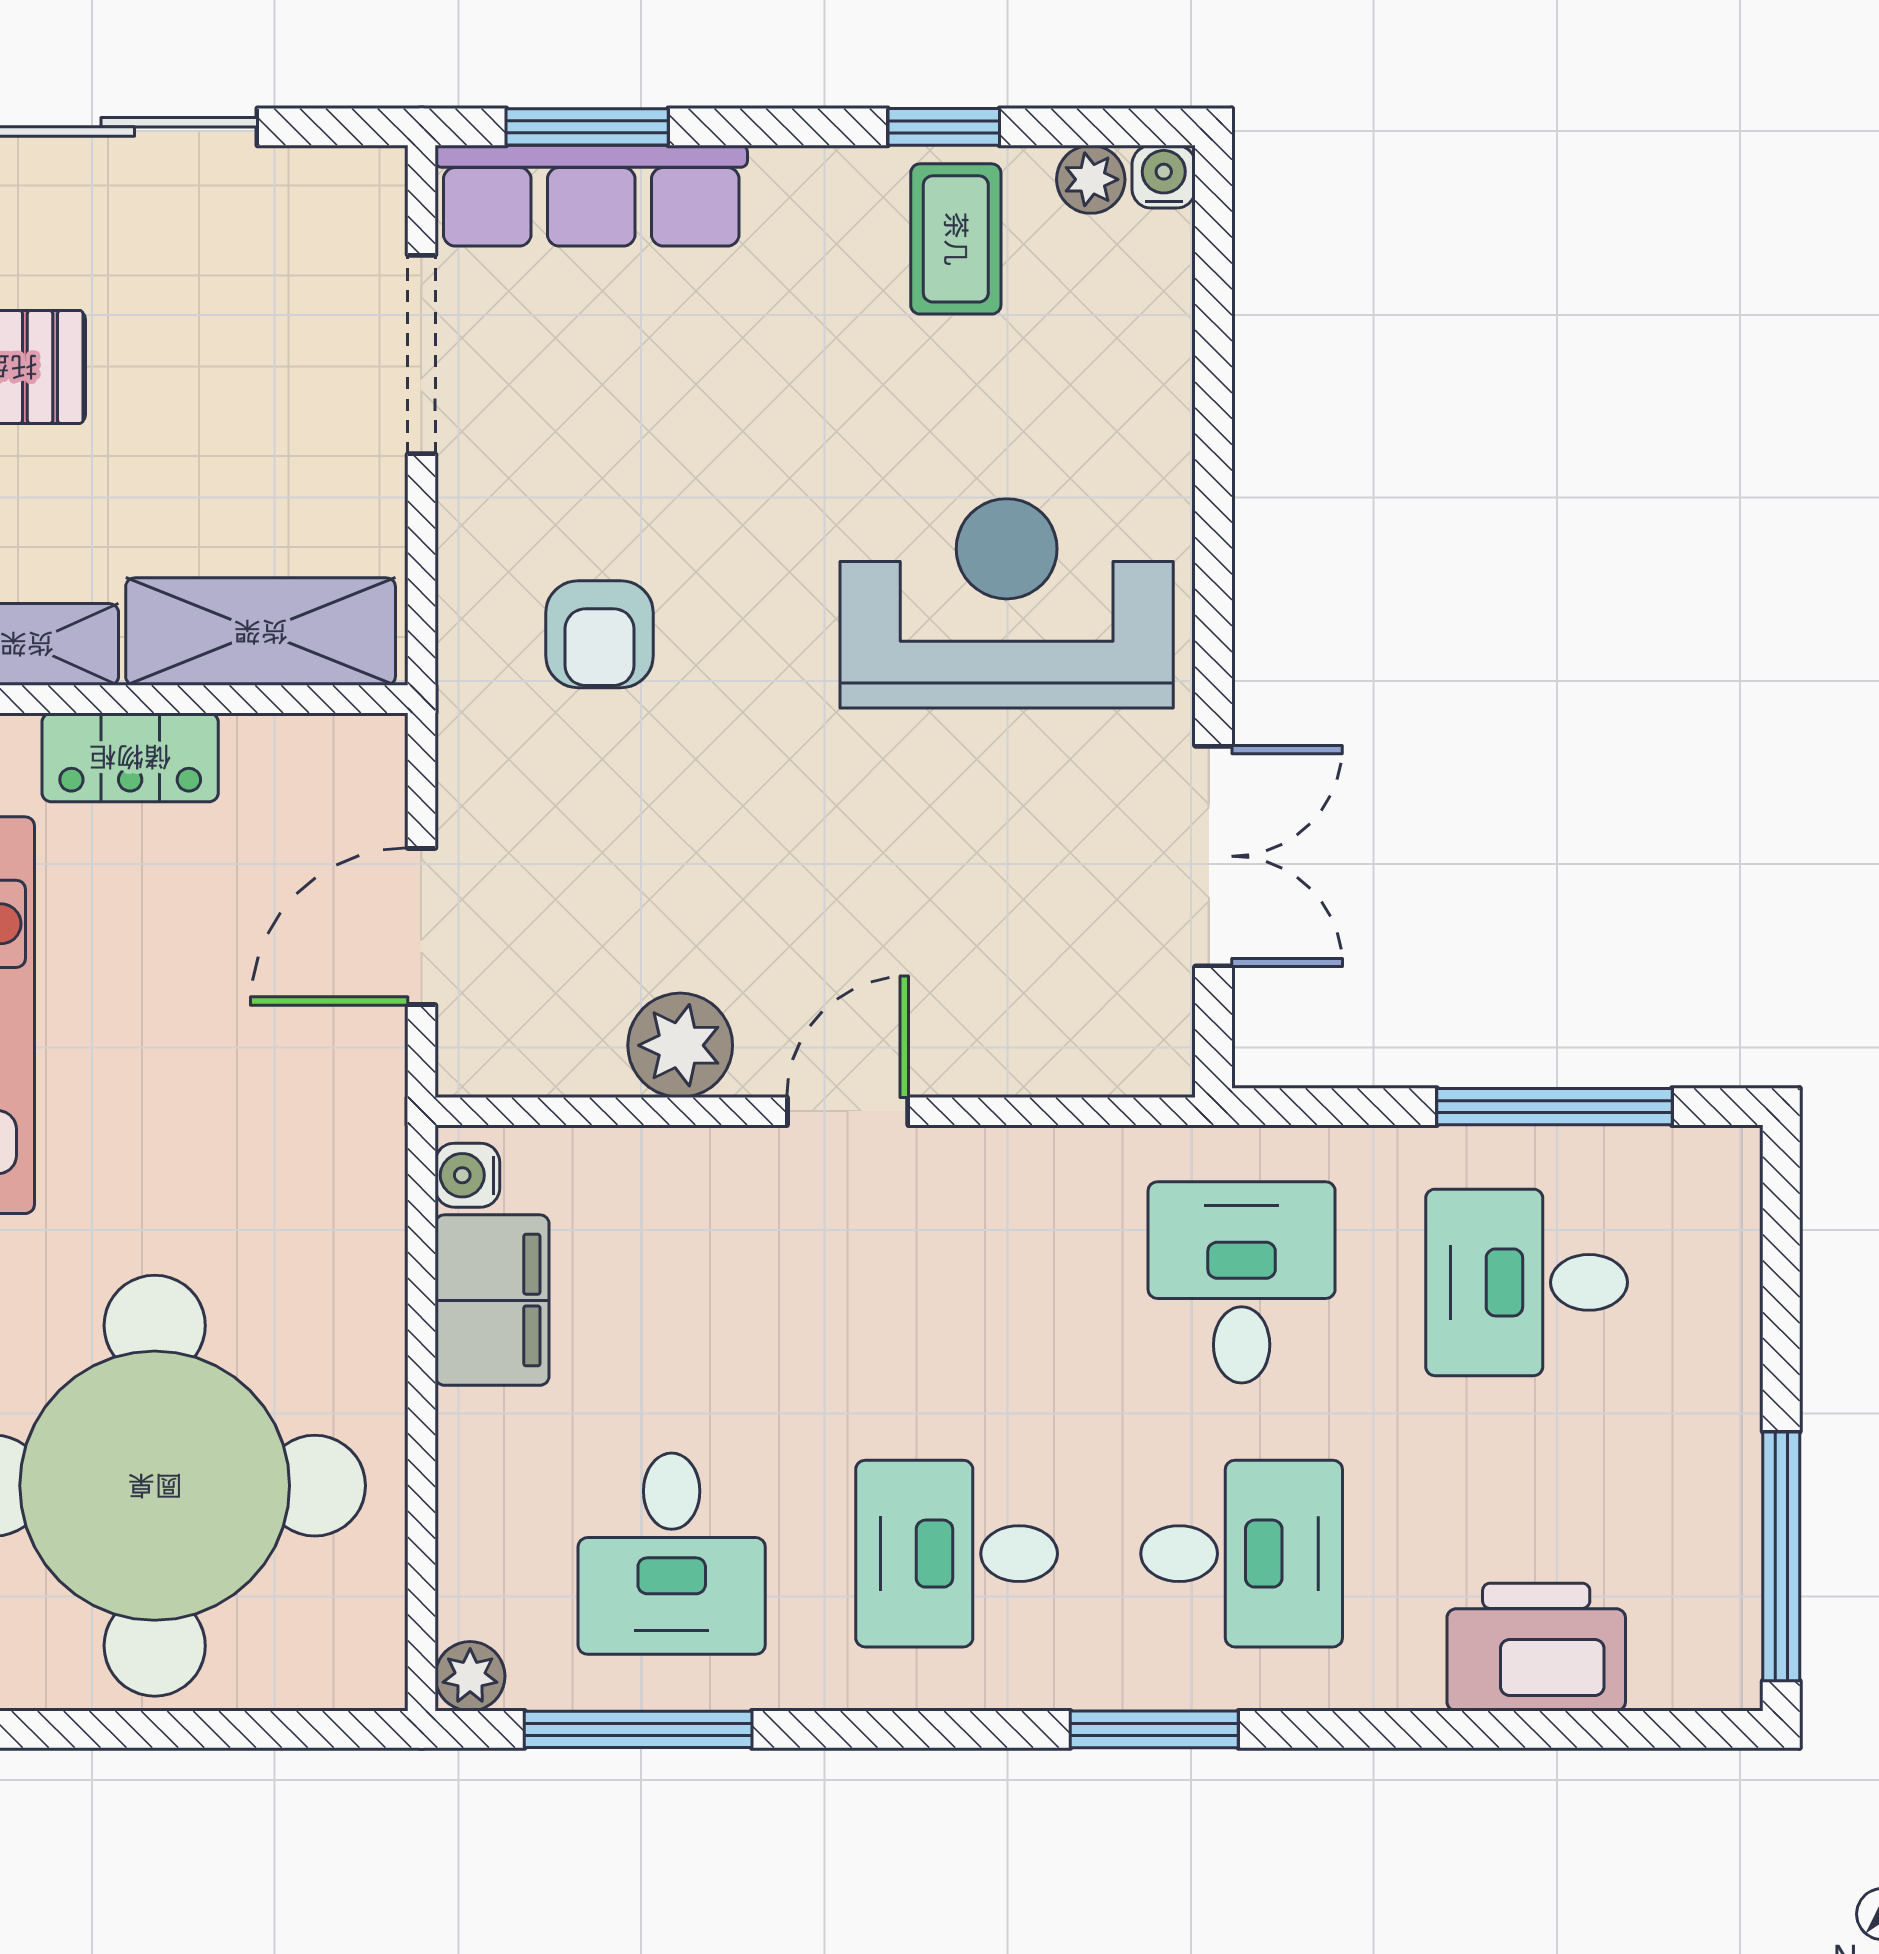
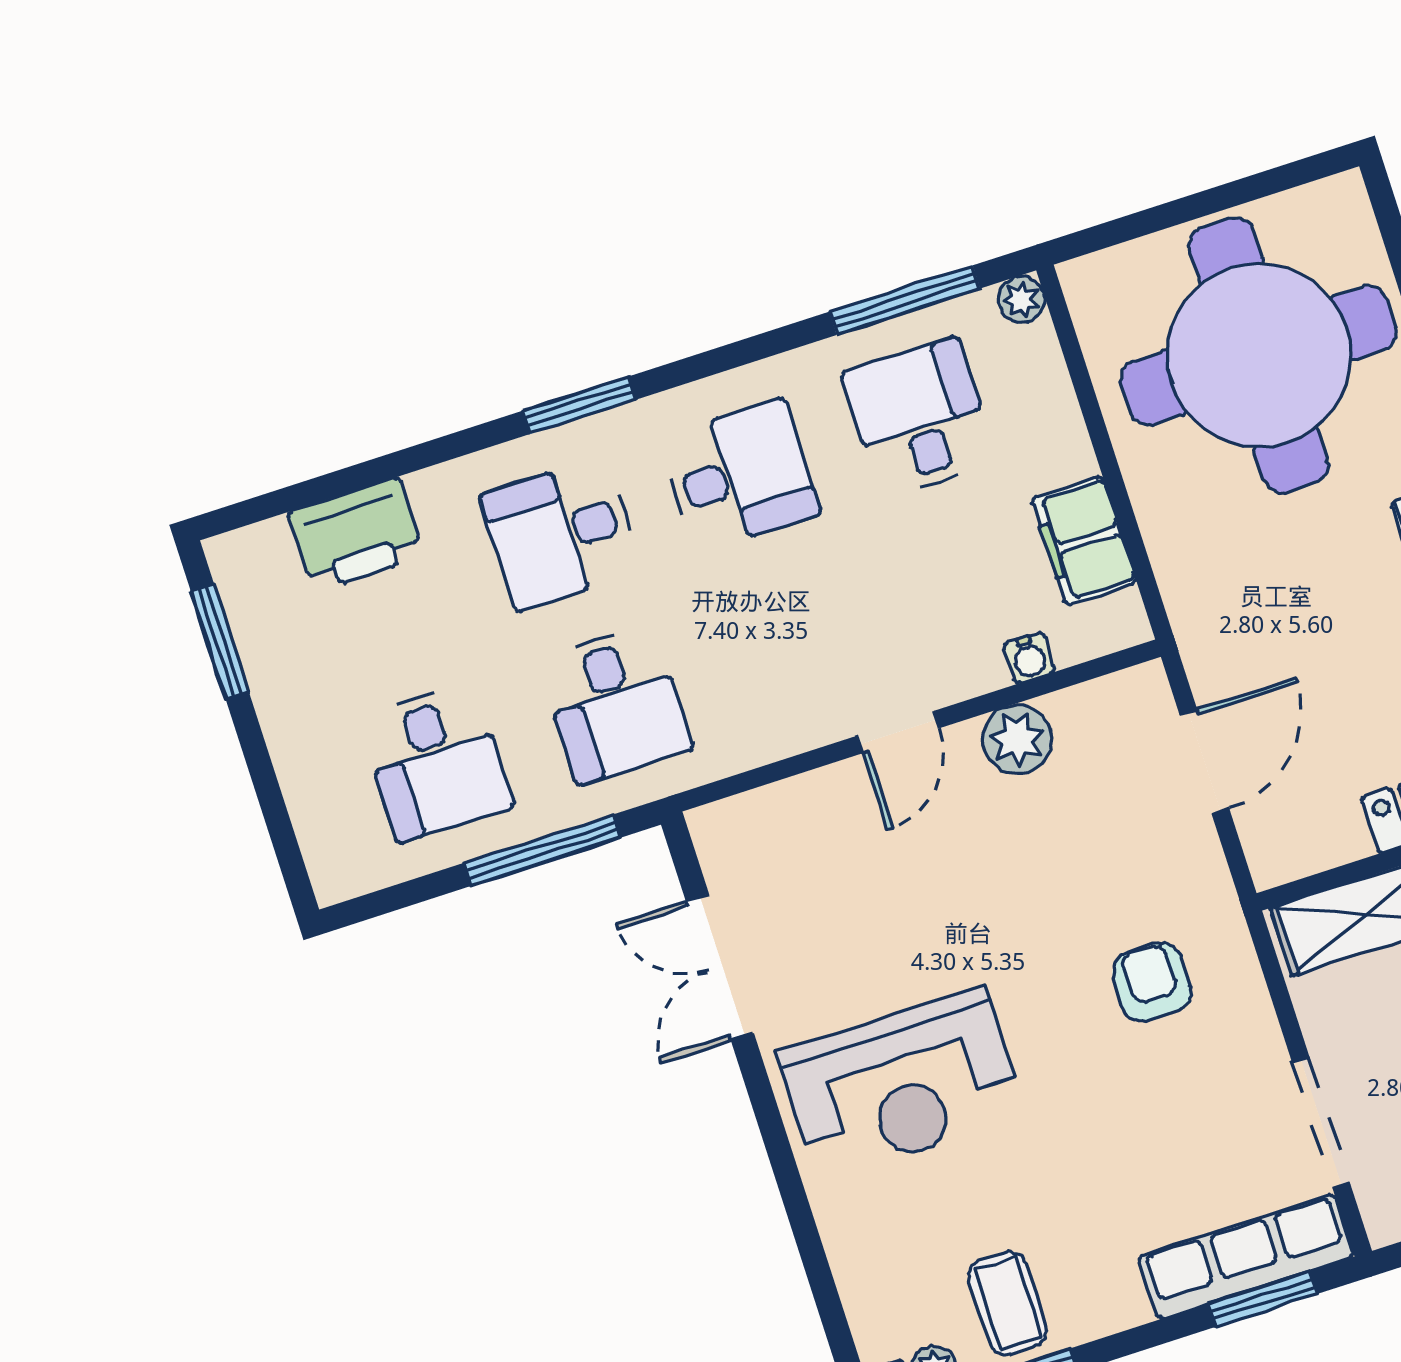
window: (1554, 1107) -> (542, 850), moved
water cooler: (467, 1175) -> (1029, 658), moved, turned 90
desk: (1527, 1282) -> (436, 762), turned 90
window: (1781, 1556) -> (220, 642), width x0.69

